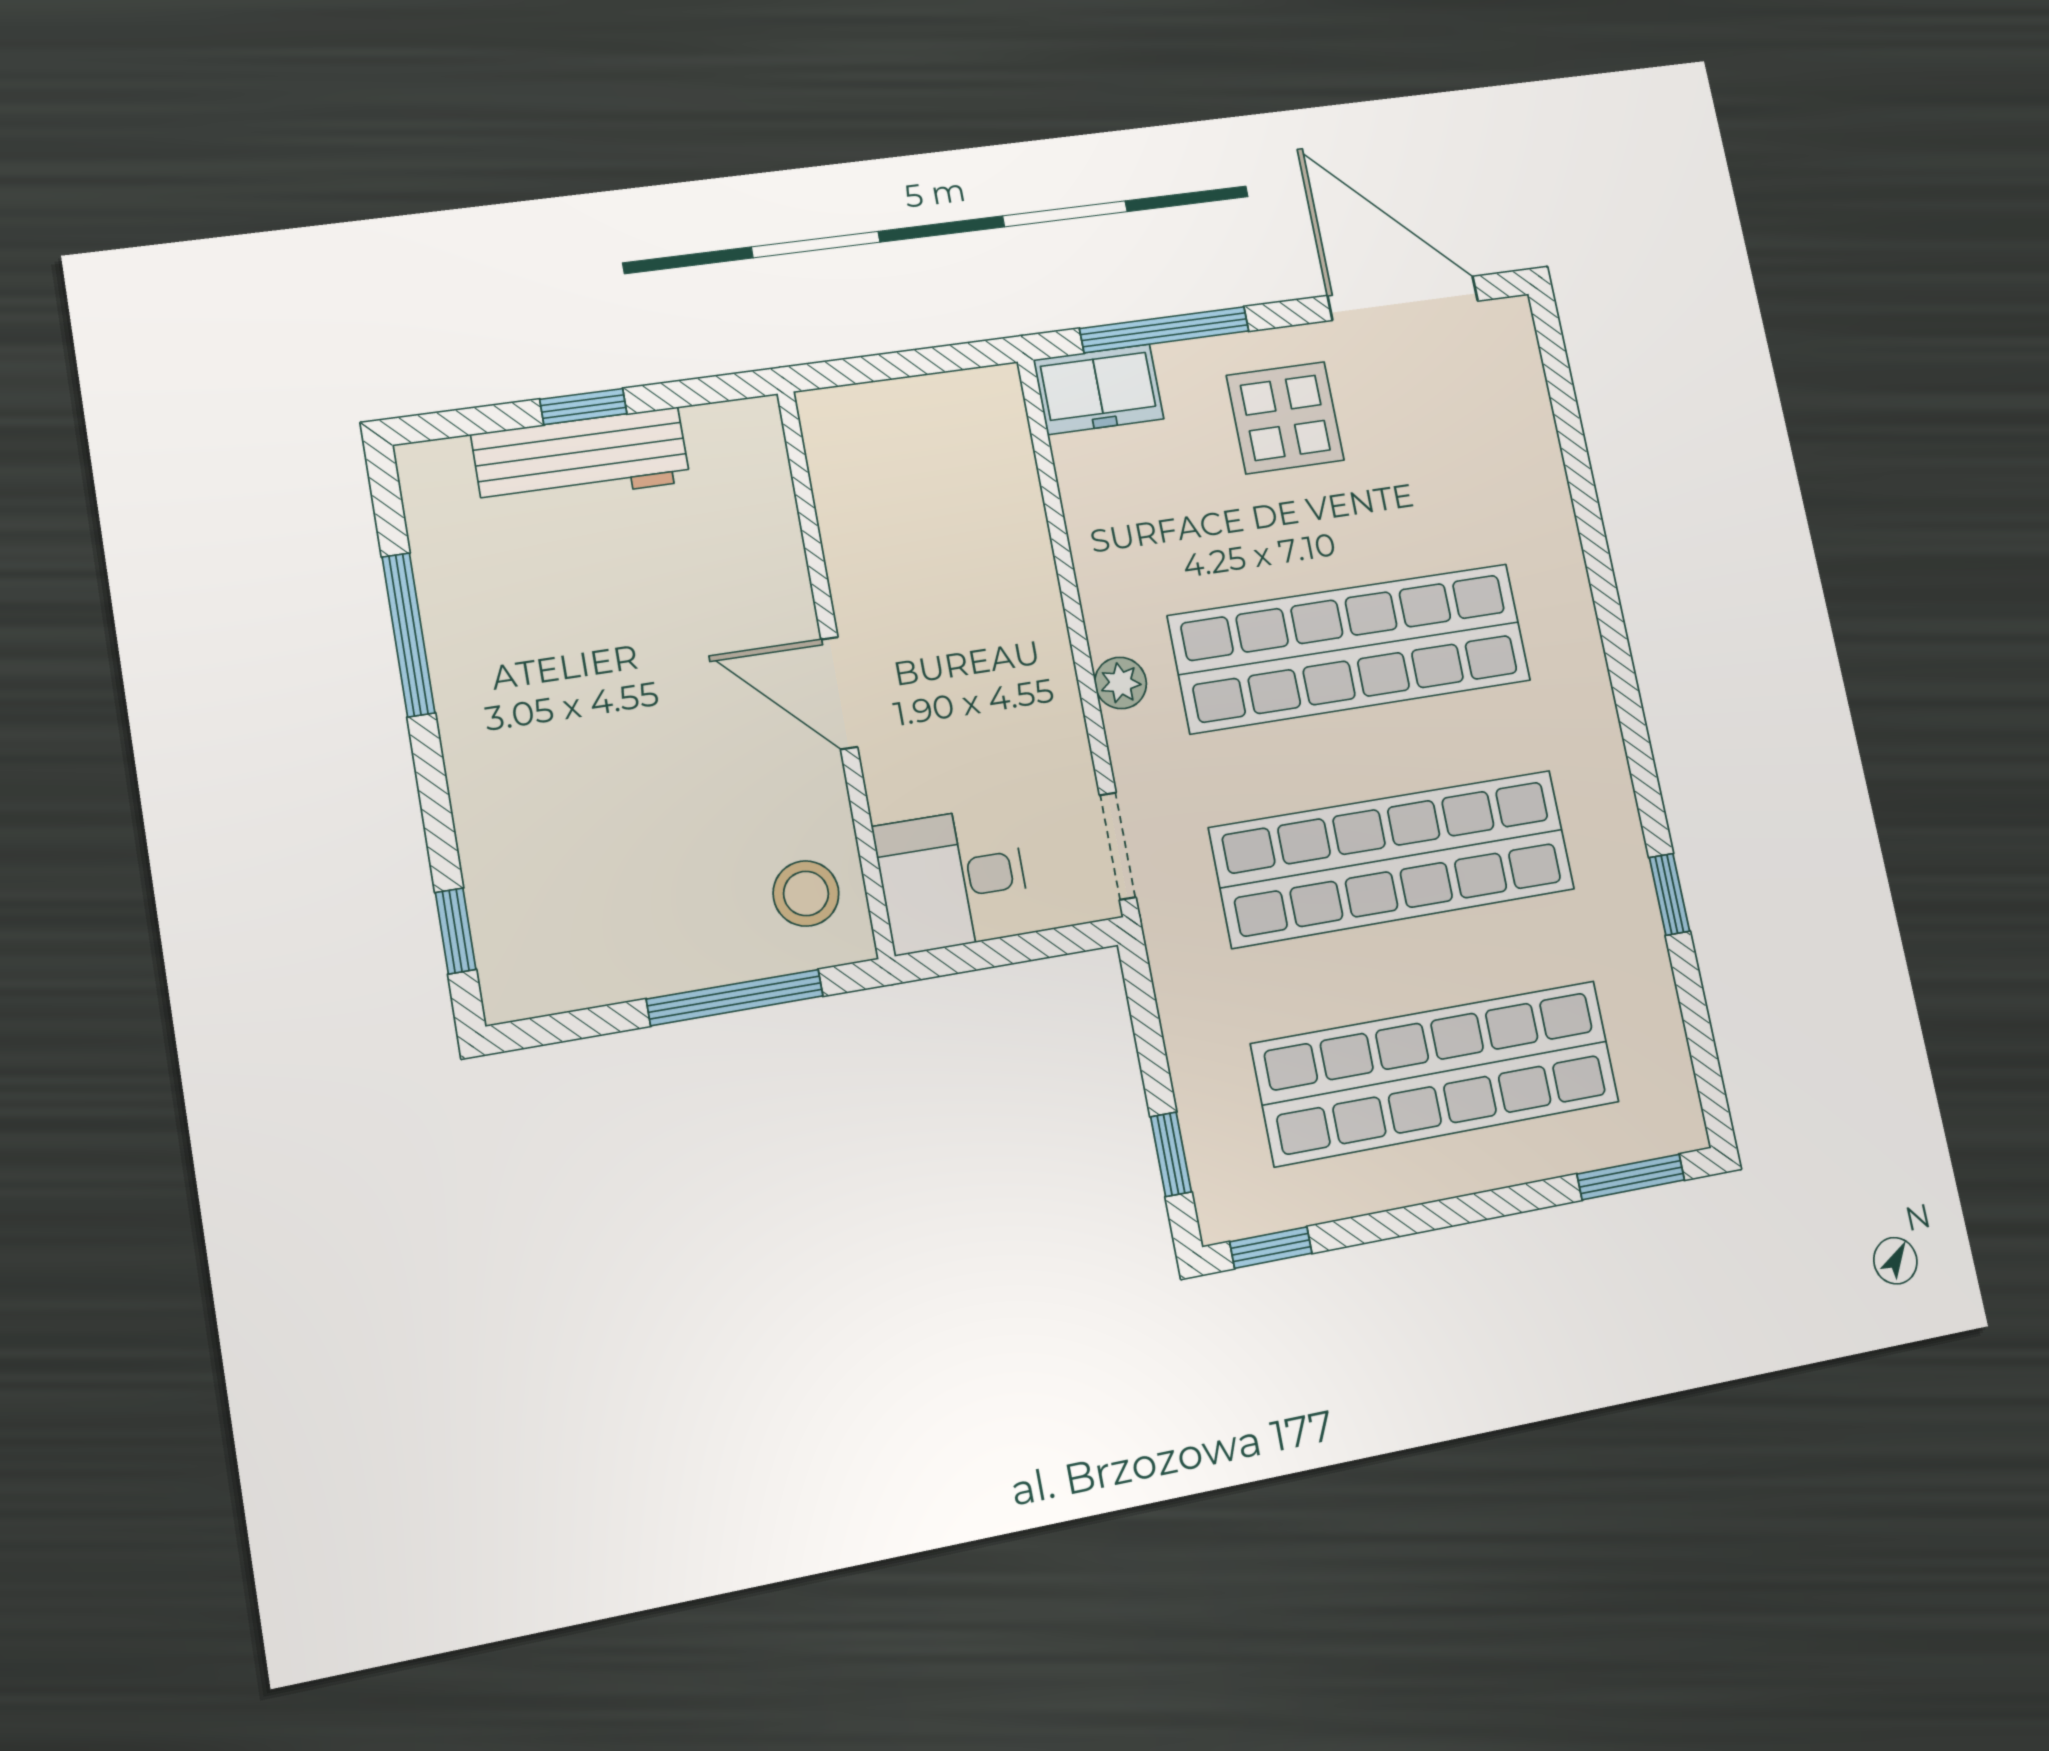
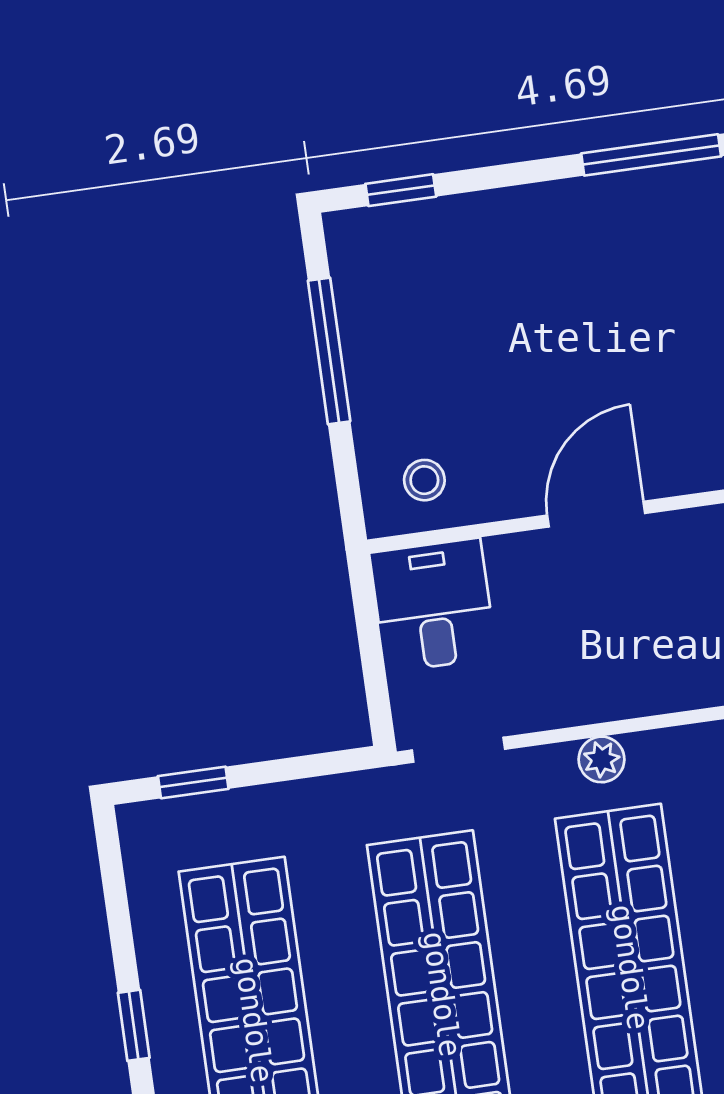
stool: (806, 894) -> (424, 480), width x0.73, depth x0.73
window: (735, 998) -> (329, 351), moved
window: (1271, 1248) -> (134, 1025), moved

